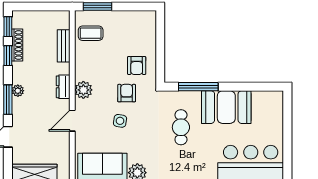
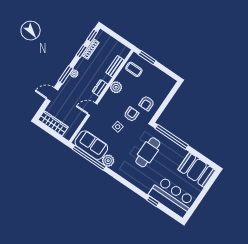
window: (198, 87) -> (172, 137), width x1.46
plant: (83, 90) -> (116, 87), moved
booth: (226, 107) -> (197, 170), moved
cafe table: (181, 127) -> (148, 152), width x1.37, depth x1.35

